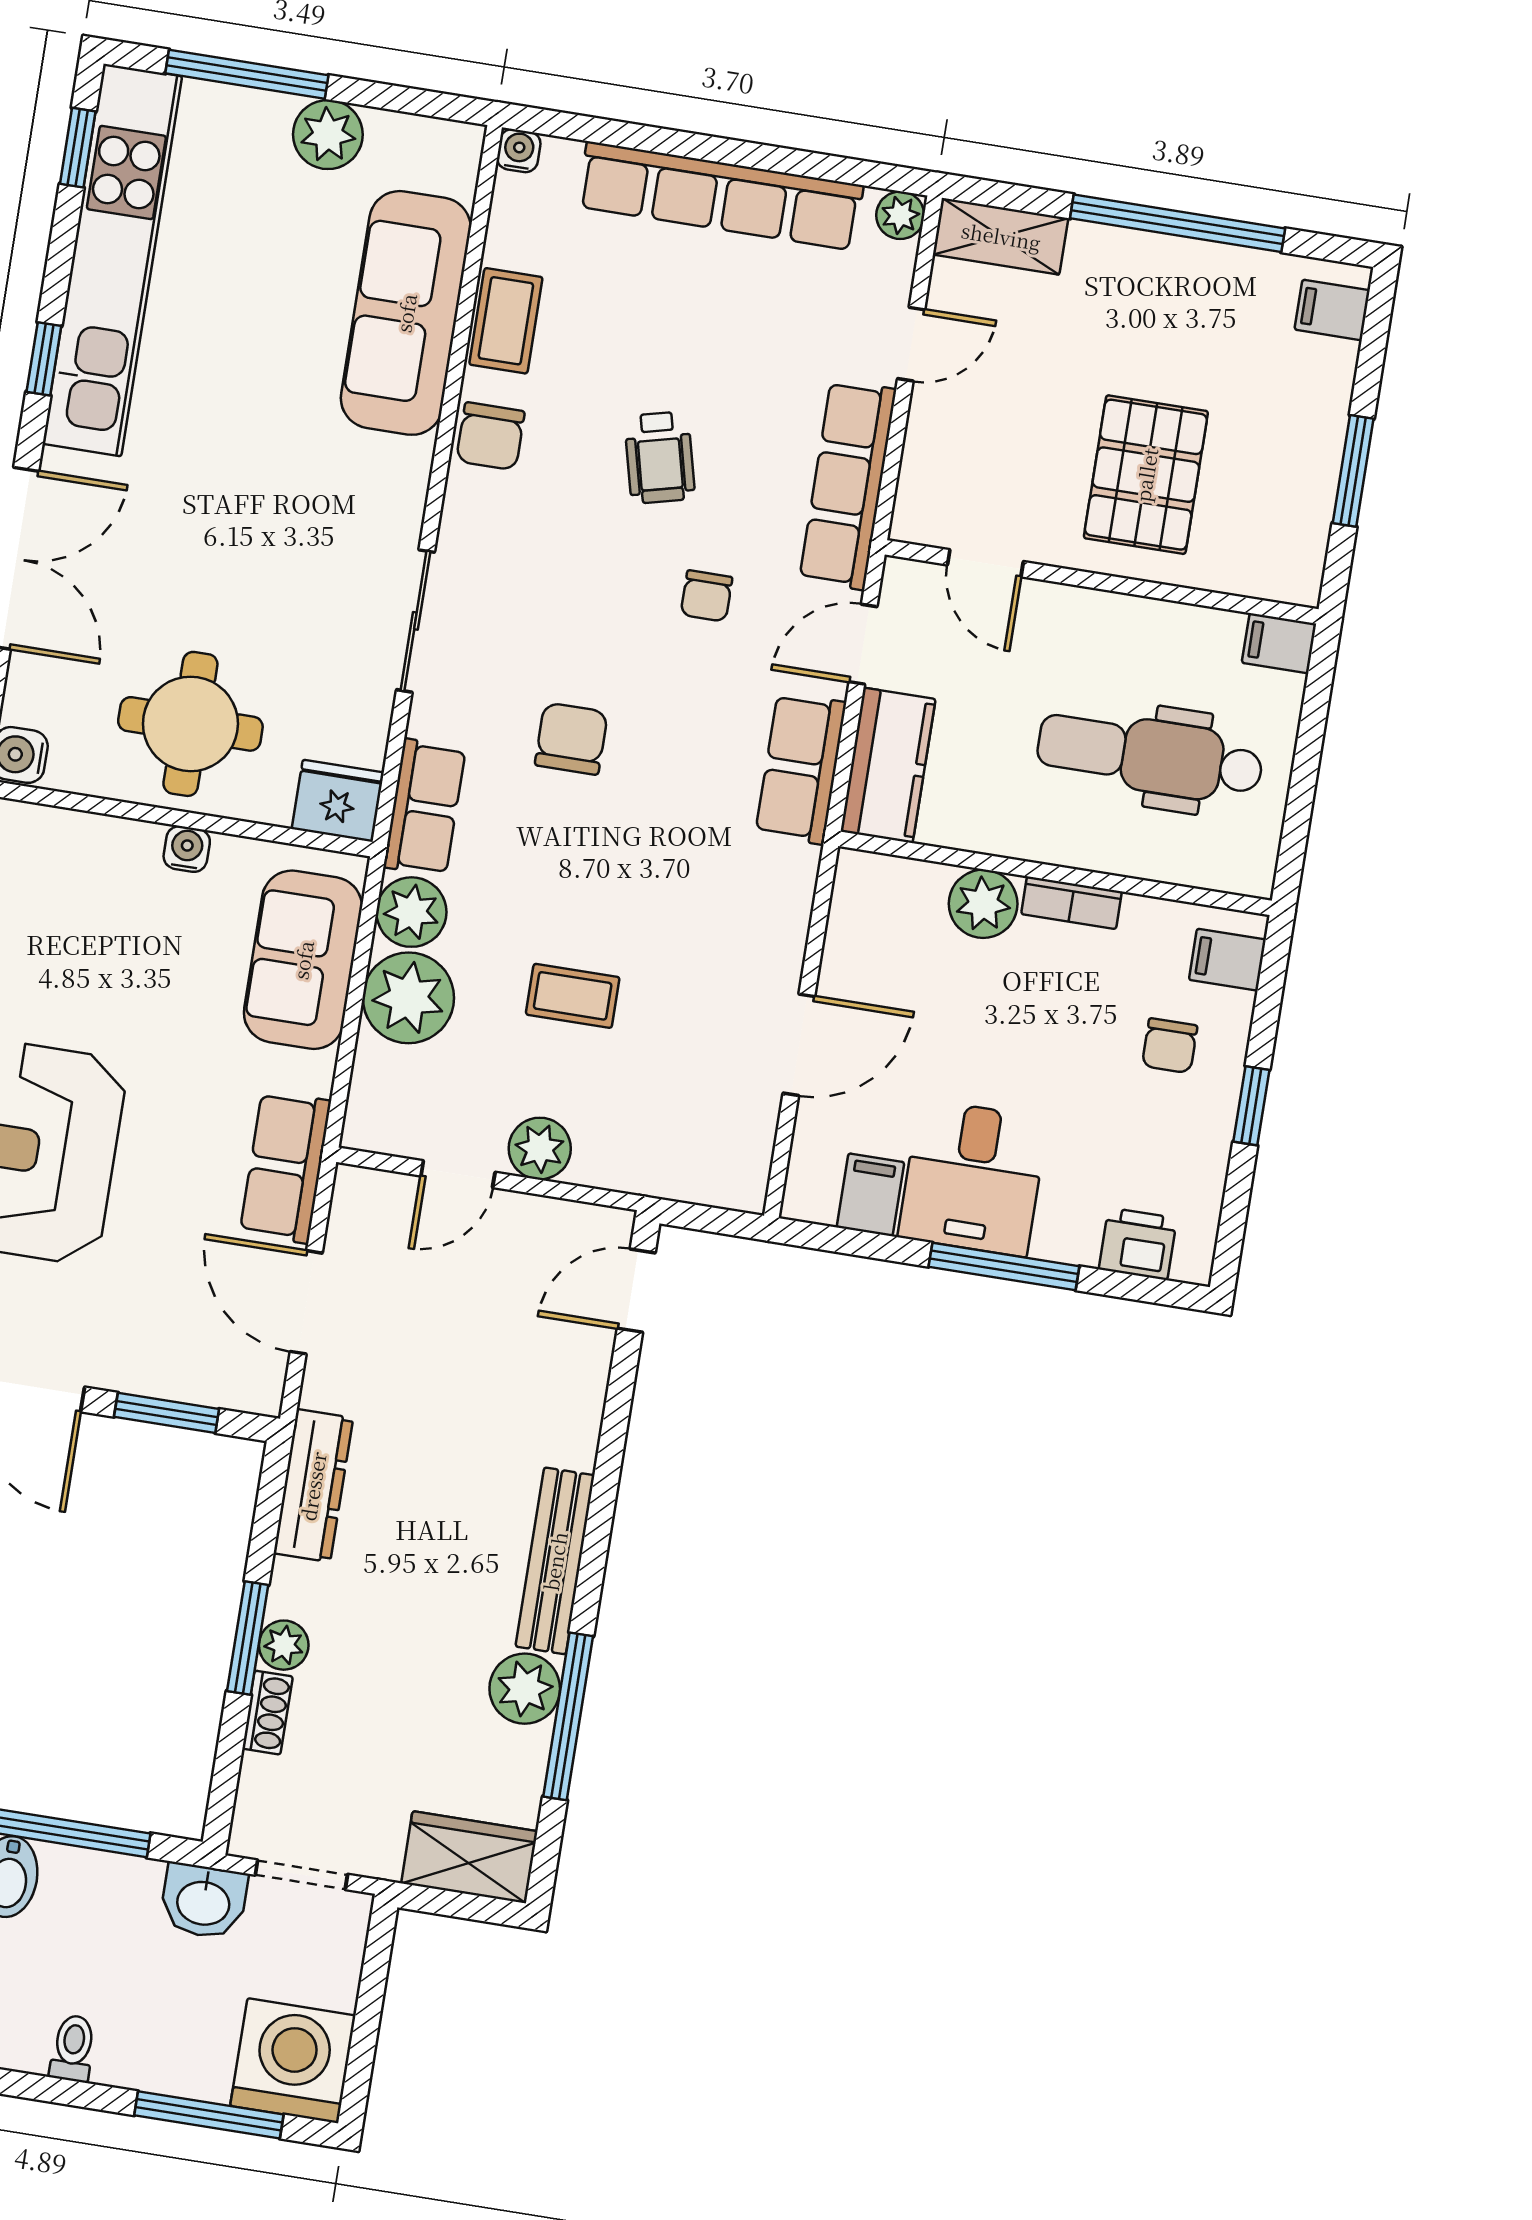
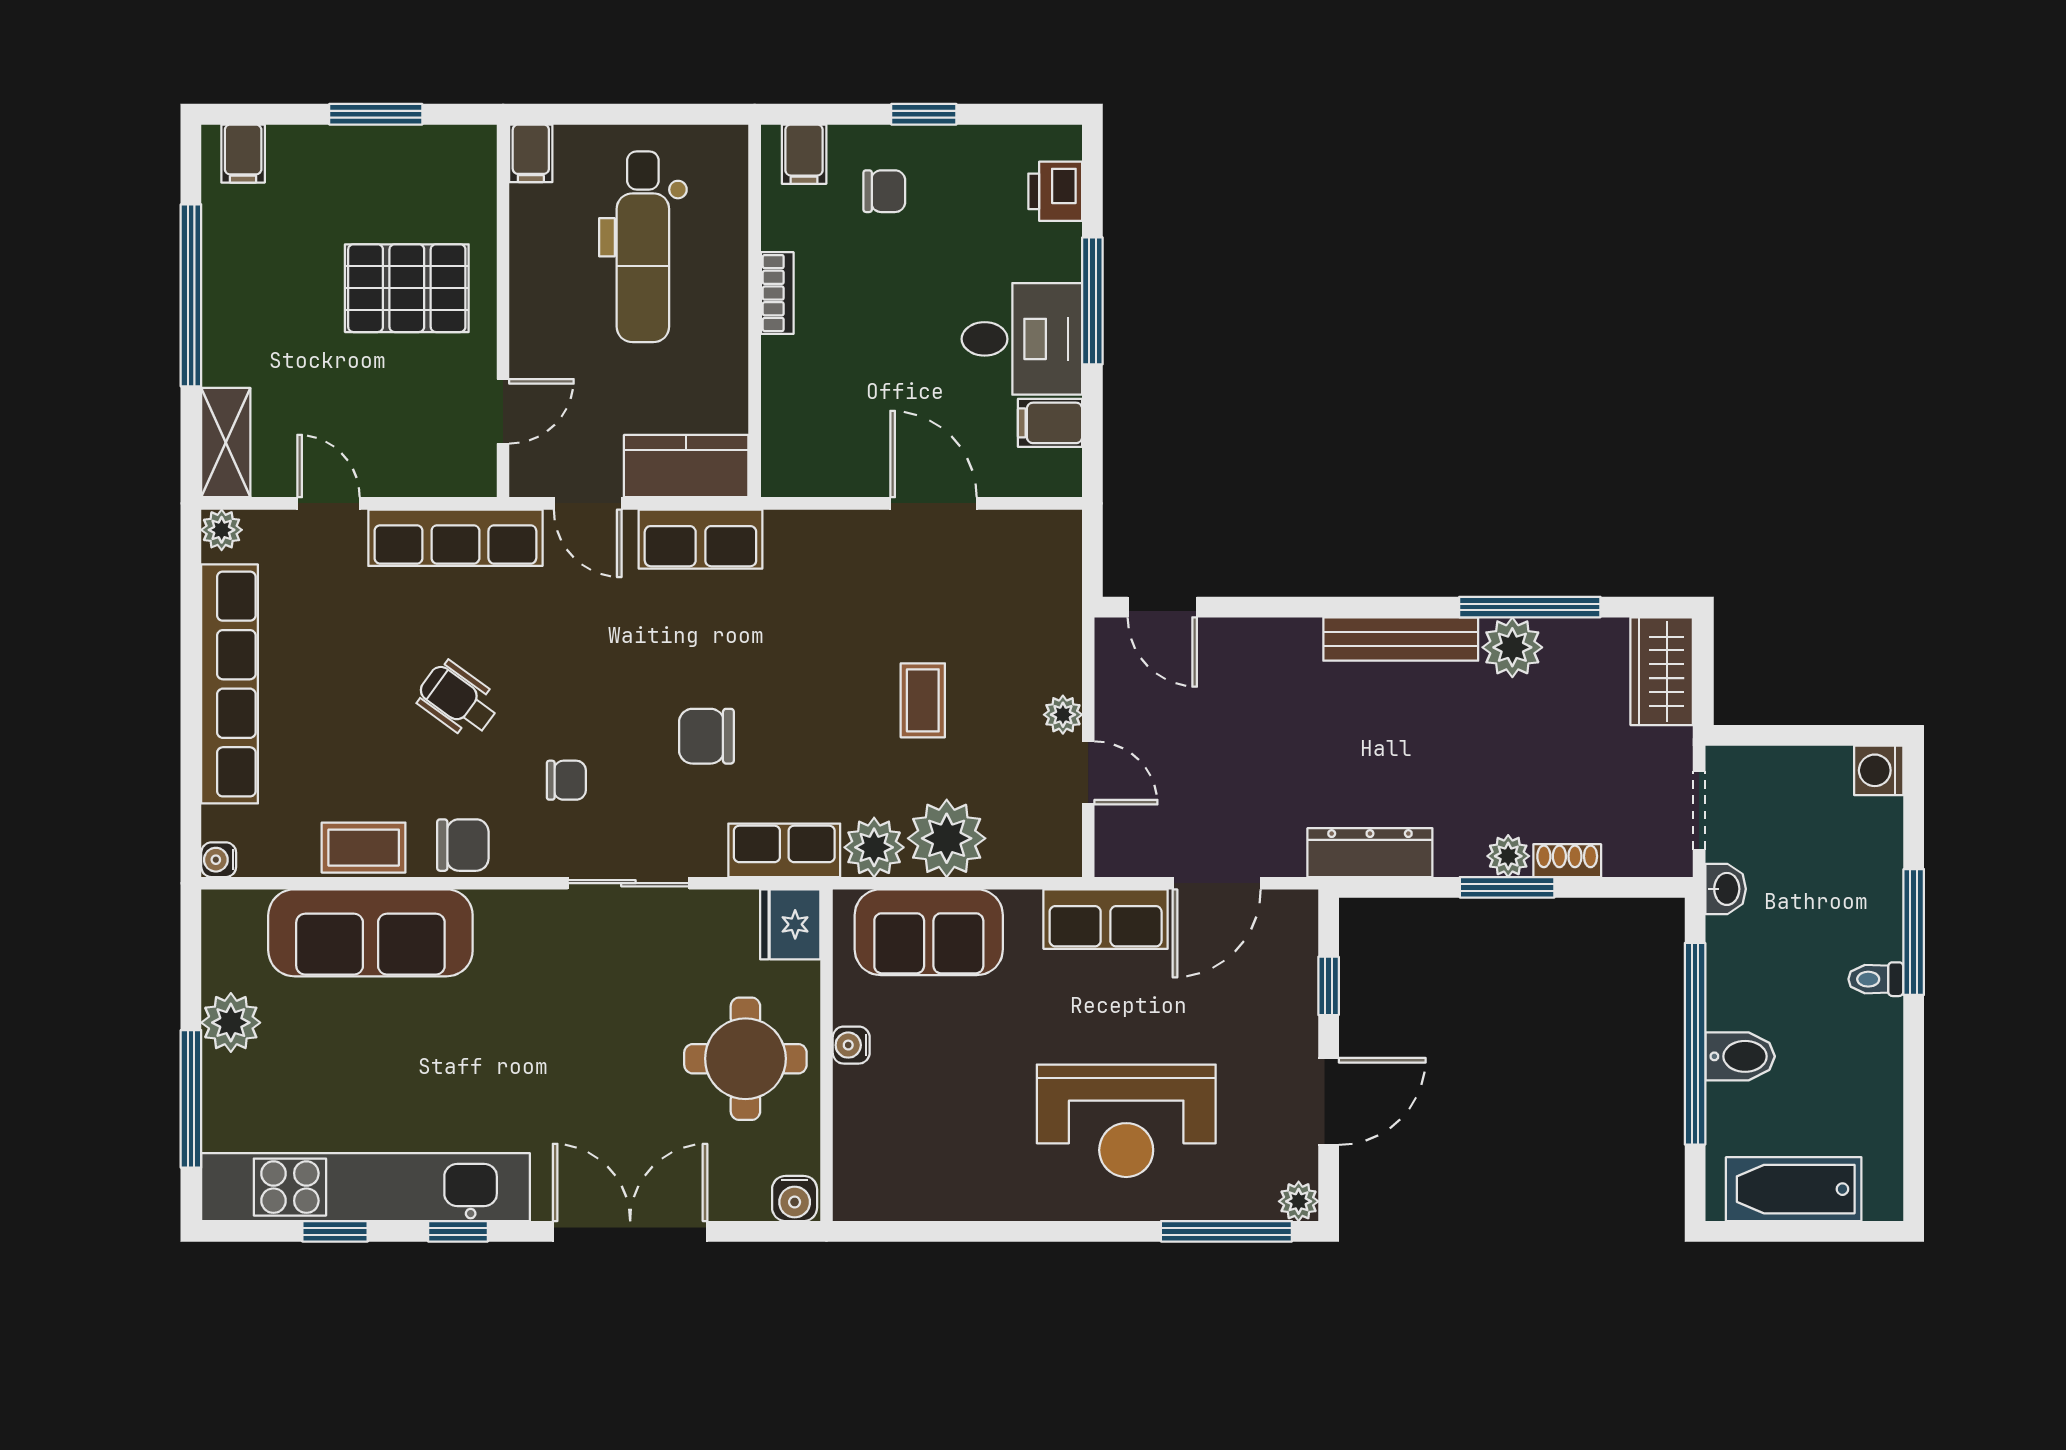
window: (78, 148) -> (335, 1231), moved
wheelchair: (660, 457) -> (458, 700), turned -130
chair: (707, 596) -> (566, 780), moved
plant: (983, 904) -> (790, 367), removed
plant: (540, 1149) -> (1063, 715), width x0.73, depth x0.73
window: (167, 1413) -> (1329, 986), width x0.67
washbasin: (204, 1901) -> (1726, 889), width x0.72, depth x0.69
washing machine: (293, 2061) -> (1879, 770), width x0.53, depth x0.53
window: (209, 2115) -> (1914, 932), moved

